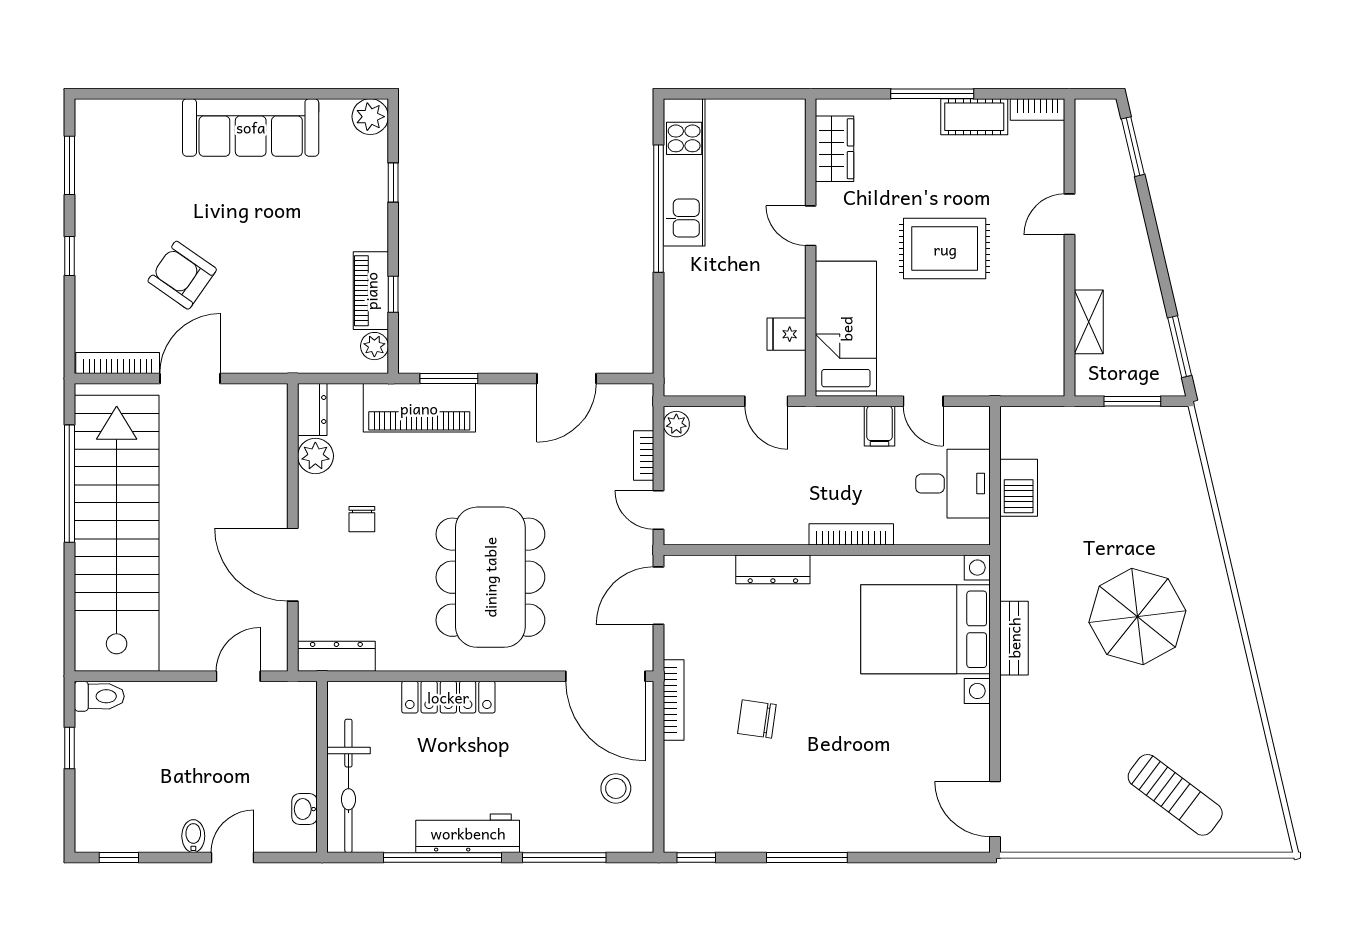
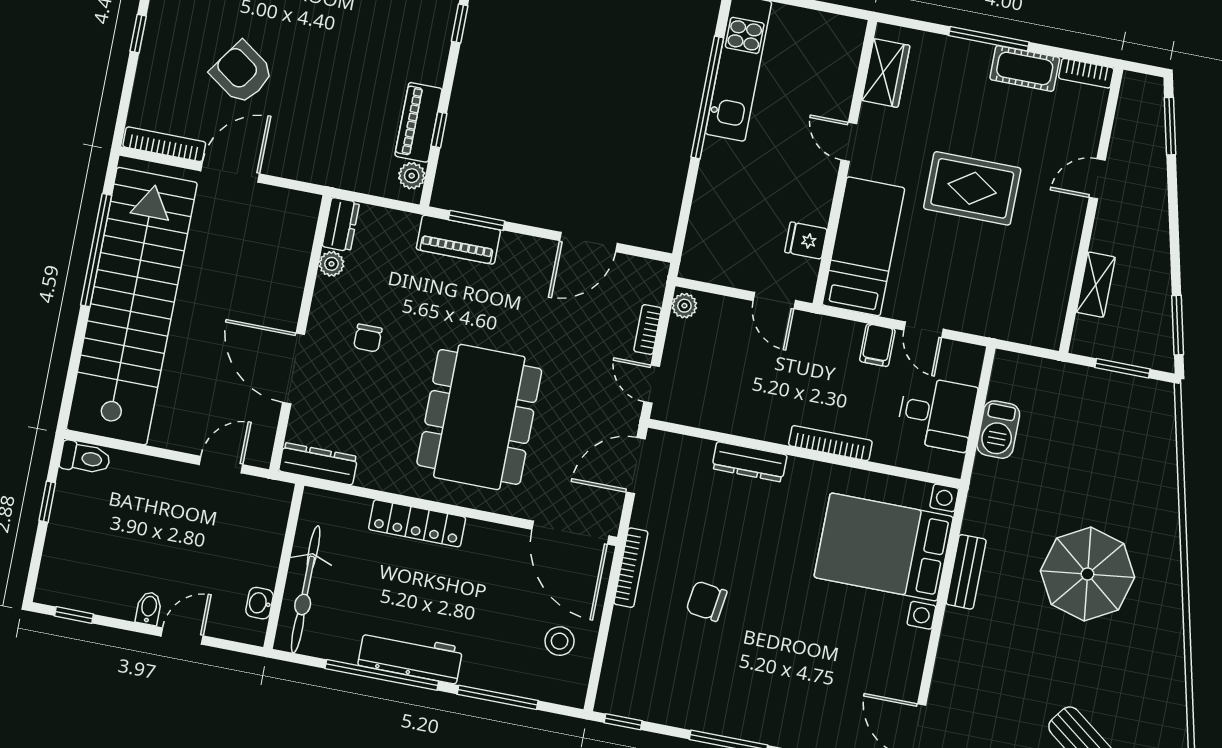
piano: (419, 408) -> (458, 240), width x0.73, depth x0.75
plant: (315, 456) -> (332, 264), width x0.73, depth x0.73

